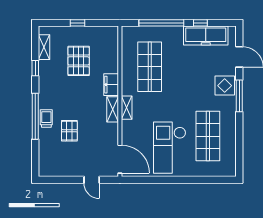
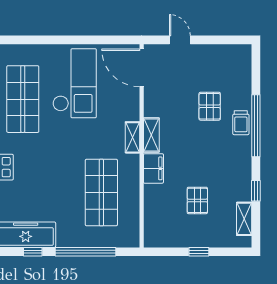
pallet: (79, 61) -> (197, 200), width x0.67, depth x0.71

